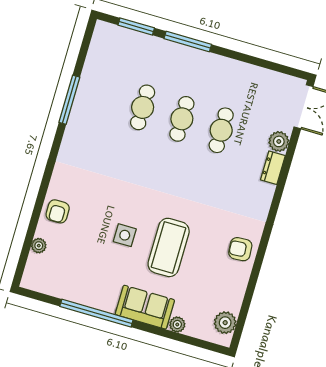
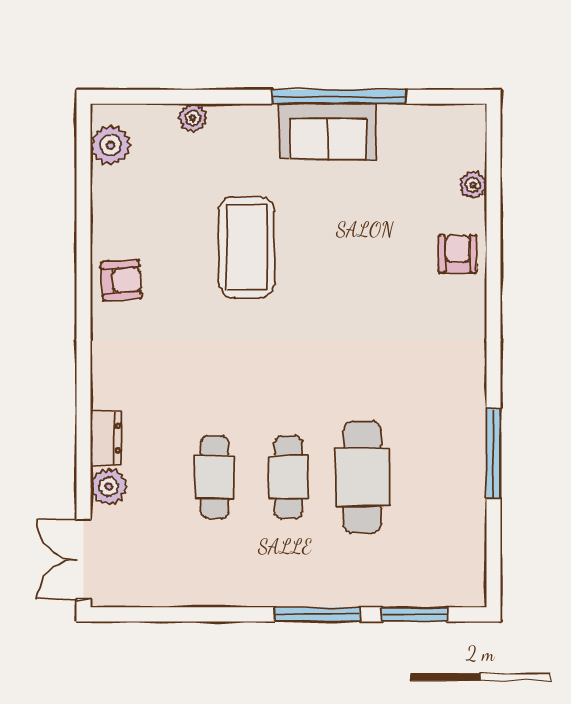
cafe table: (143, 107) -> (362, 477), width x1.37, depth x1.35
side table: (125, 235) -> (329, 246), removed
sofa: (145, 307) -> (328, 132), moved

